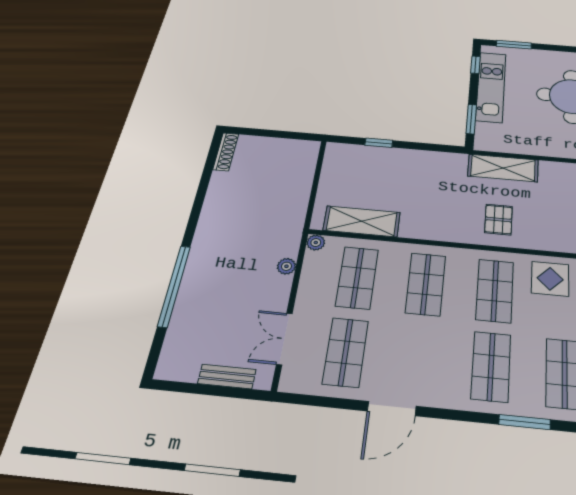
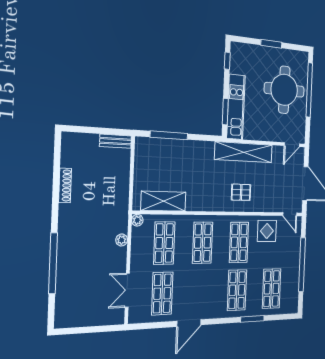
window: (514, 45) -> (271, 44), moved
kitchen unit: (491, 87) -> (236, 107), moved
window: (379, 143) -> (169, 135), width x2.17
shoe rack: (226, 152) -> (65, 185), moved
shelving: (503, 168) -> (244, 152), width x1.47
pallet: (498, 219) -> (241, 192), turned 90
bench: (227, 377) -> (116, 141), moved

